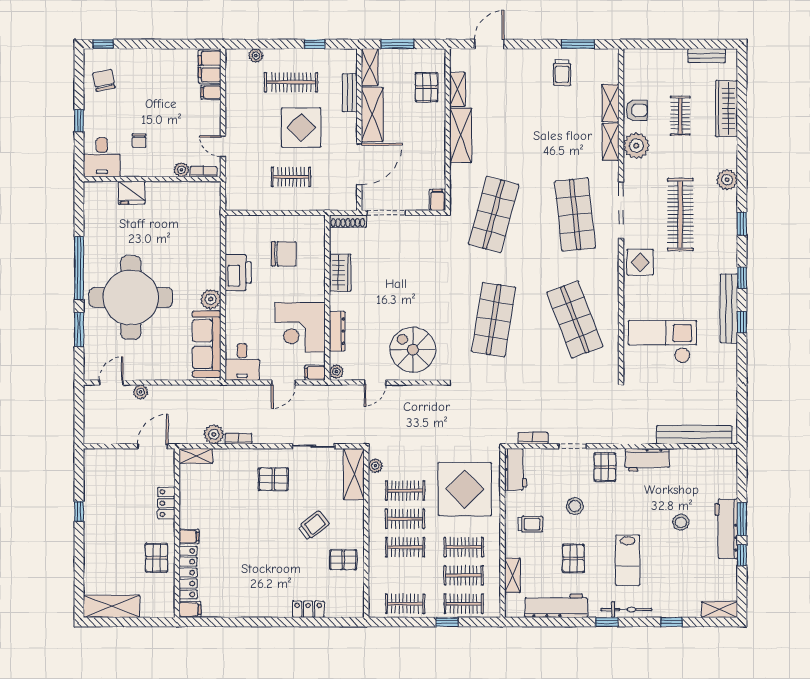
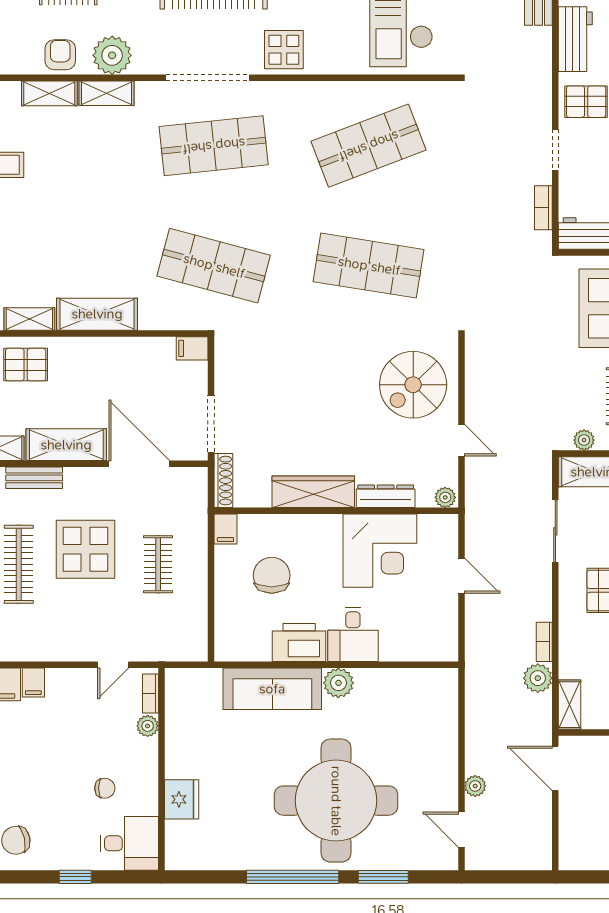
wardrobe: (340, 273) -> (313, 492), width x1.50
sofa: (207, 344) -> (272, 689), moved
desk: (242, 362) -> (353, 634), moved, turned 90
filing cabinet: (315, 373) -> (225, 529), moved

